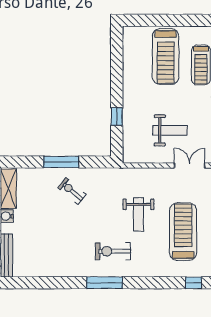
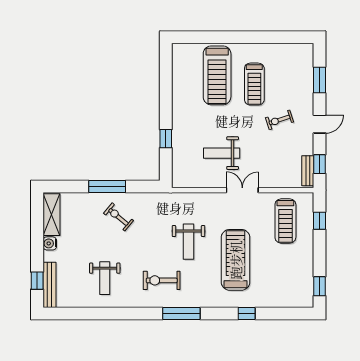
weight bench: (170, 130) -> (222, 153), turned 180
weight bench: (59, 249) -> (105, 278), added
window: (105, 283) -> (181, 314), moved

